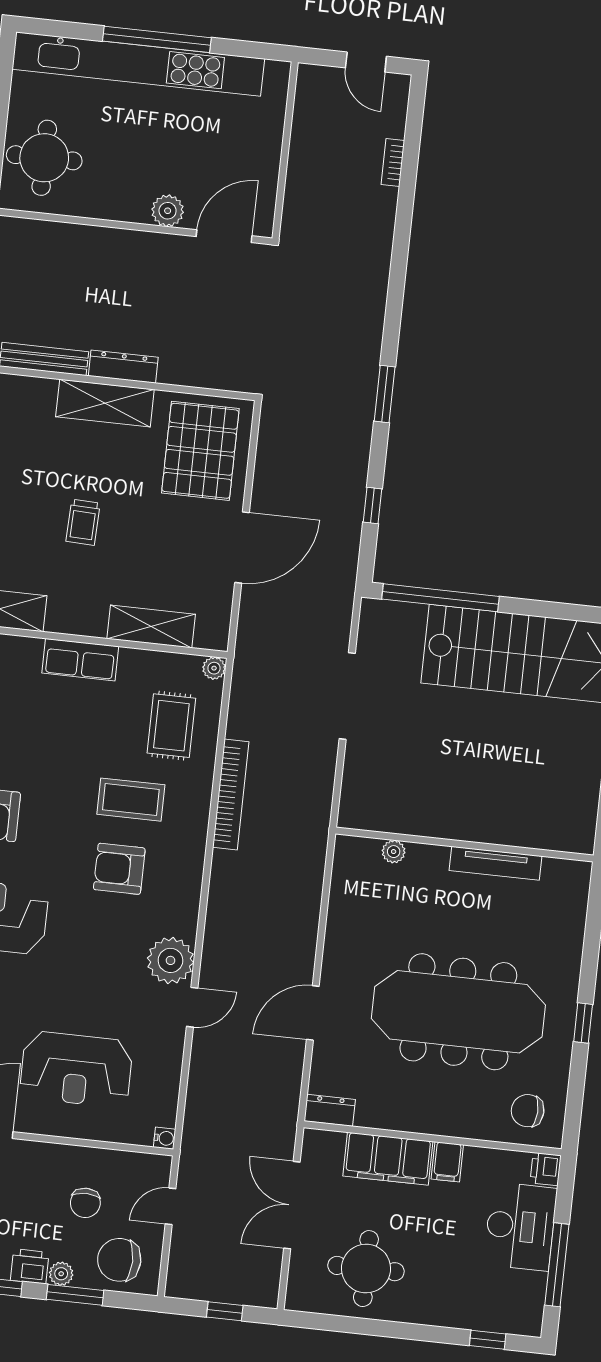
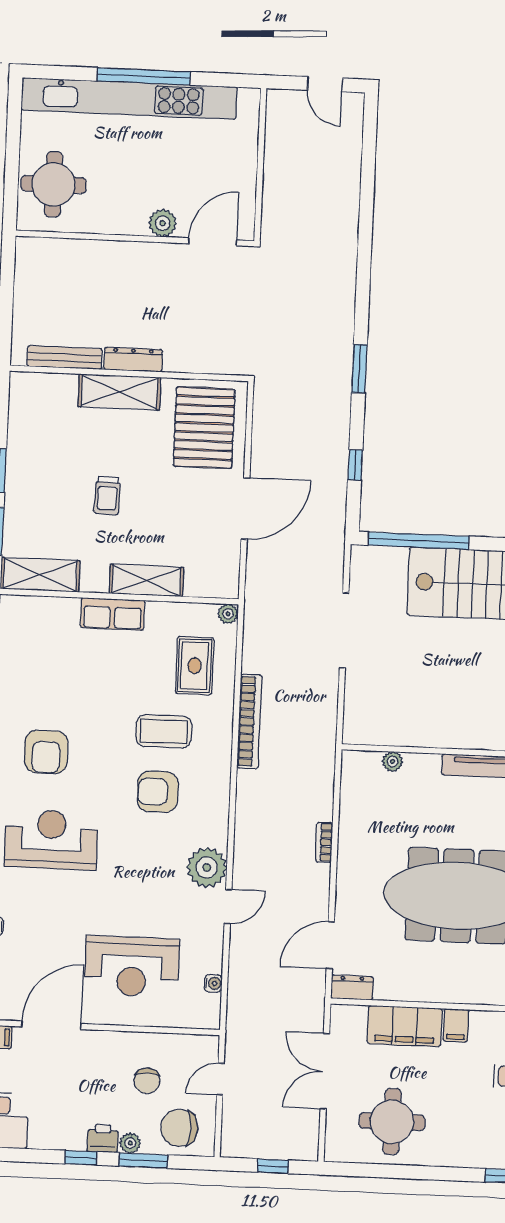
bookcase: (393, 162) -> (324, 842), moved
shelving: (151, 627) -> (146, 580), moved
door: (313, 1013) -> (330, 945), moved
water cooler: (165, 1138) -> (213, 983), moved

